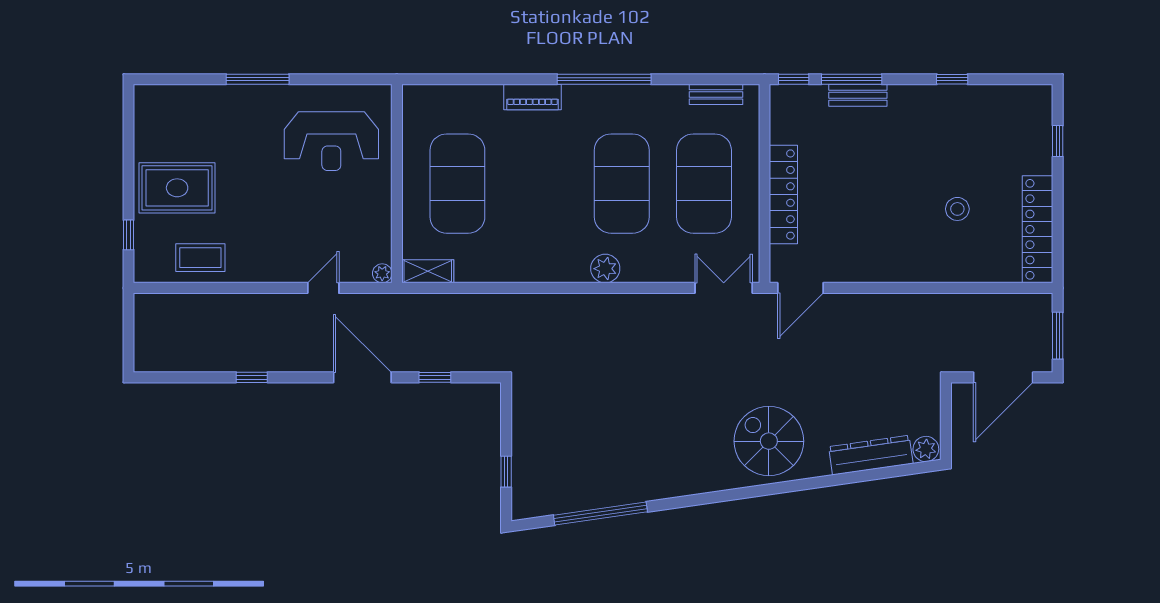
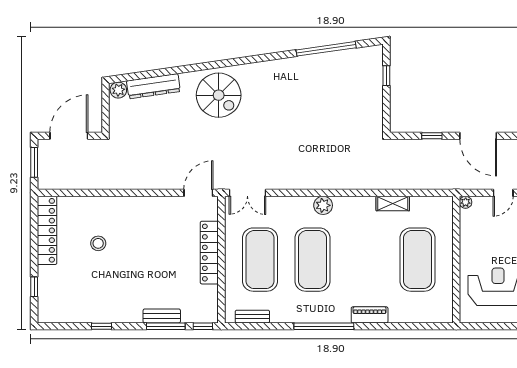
shelving: (428, 271) -> (393, 204), moved

